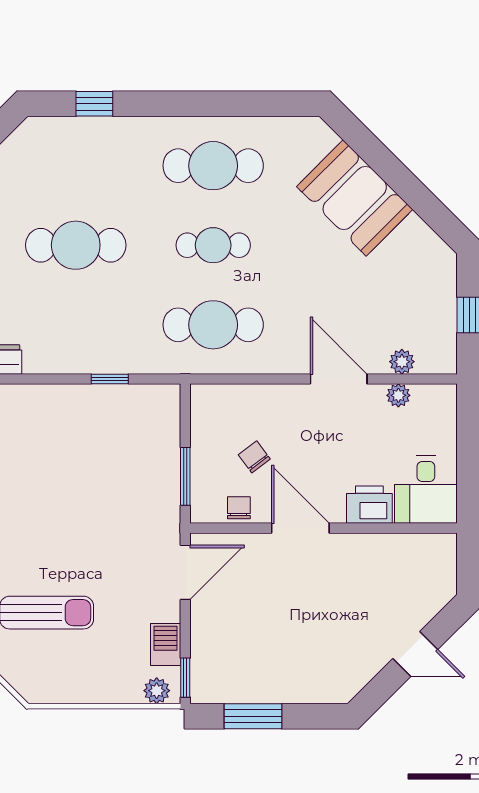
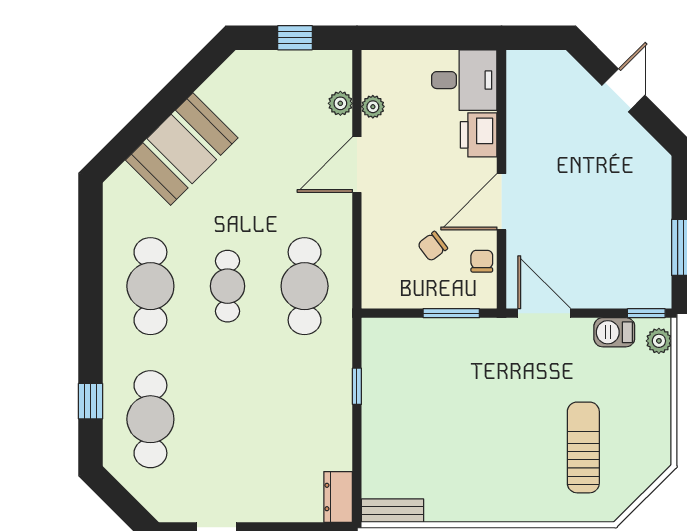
cafe table: (76, 245) -> (150, 419), moved
chair: (239, 508) -> (482, 261), turned 90

